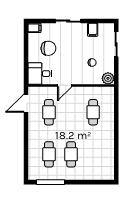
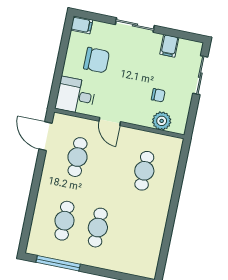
plant: (108, 78) -> (162, 121), moved
door: (65, 85) -> (110, 121), hinge flipped
door: (26, 103) -> (45, 136), hinge flipped

